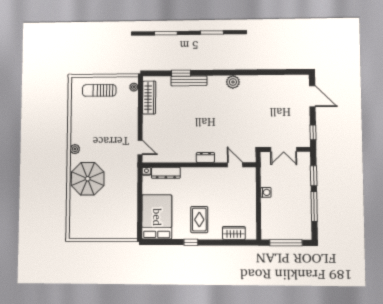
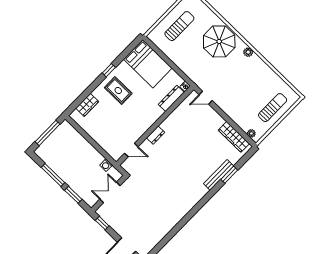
plant: (233, 82) -> (188, 204), removed
washing machine: (266, 192) -> (106, 165), moved
sun lounger: (105, 221) -> (179, 26), added

